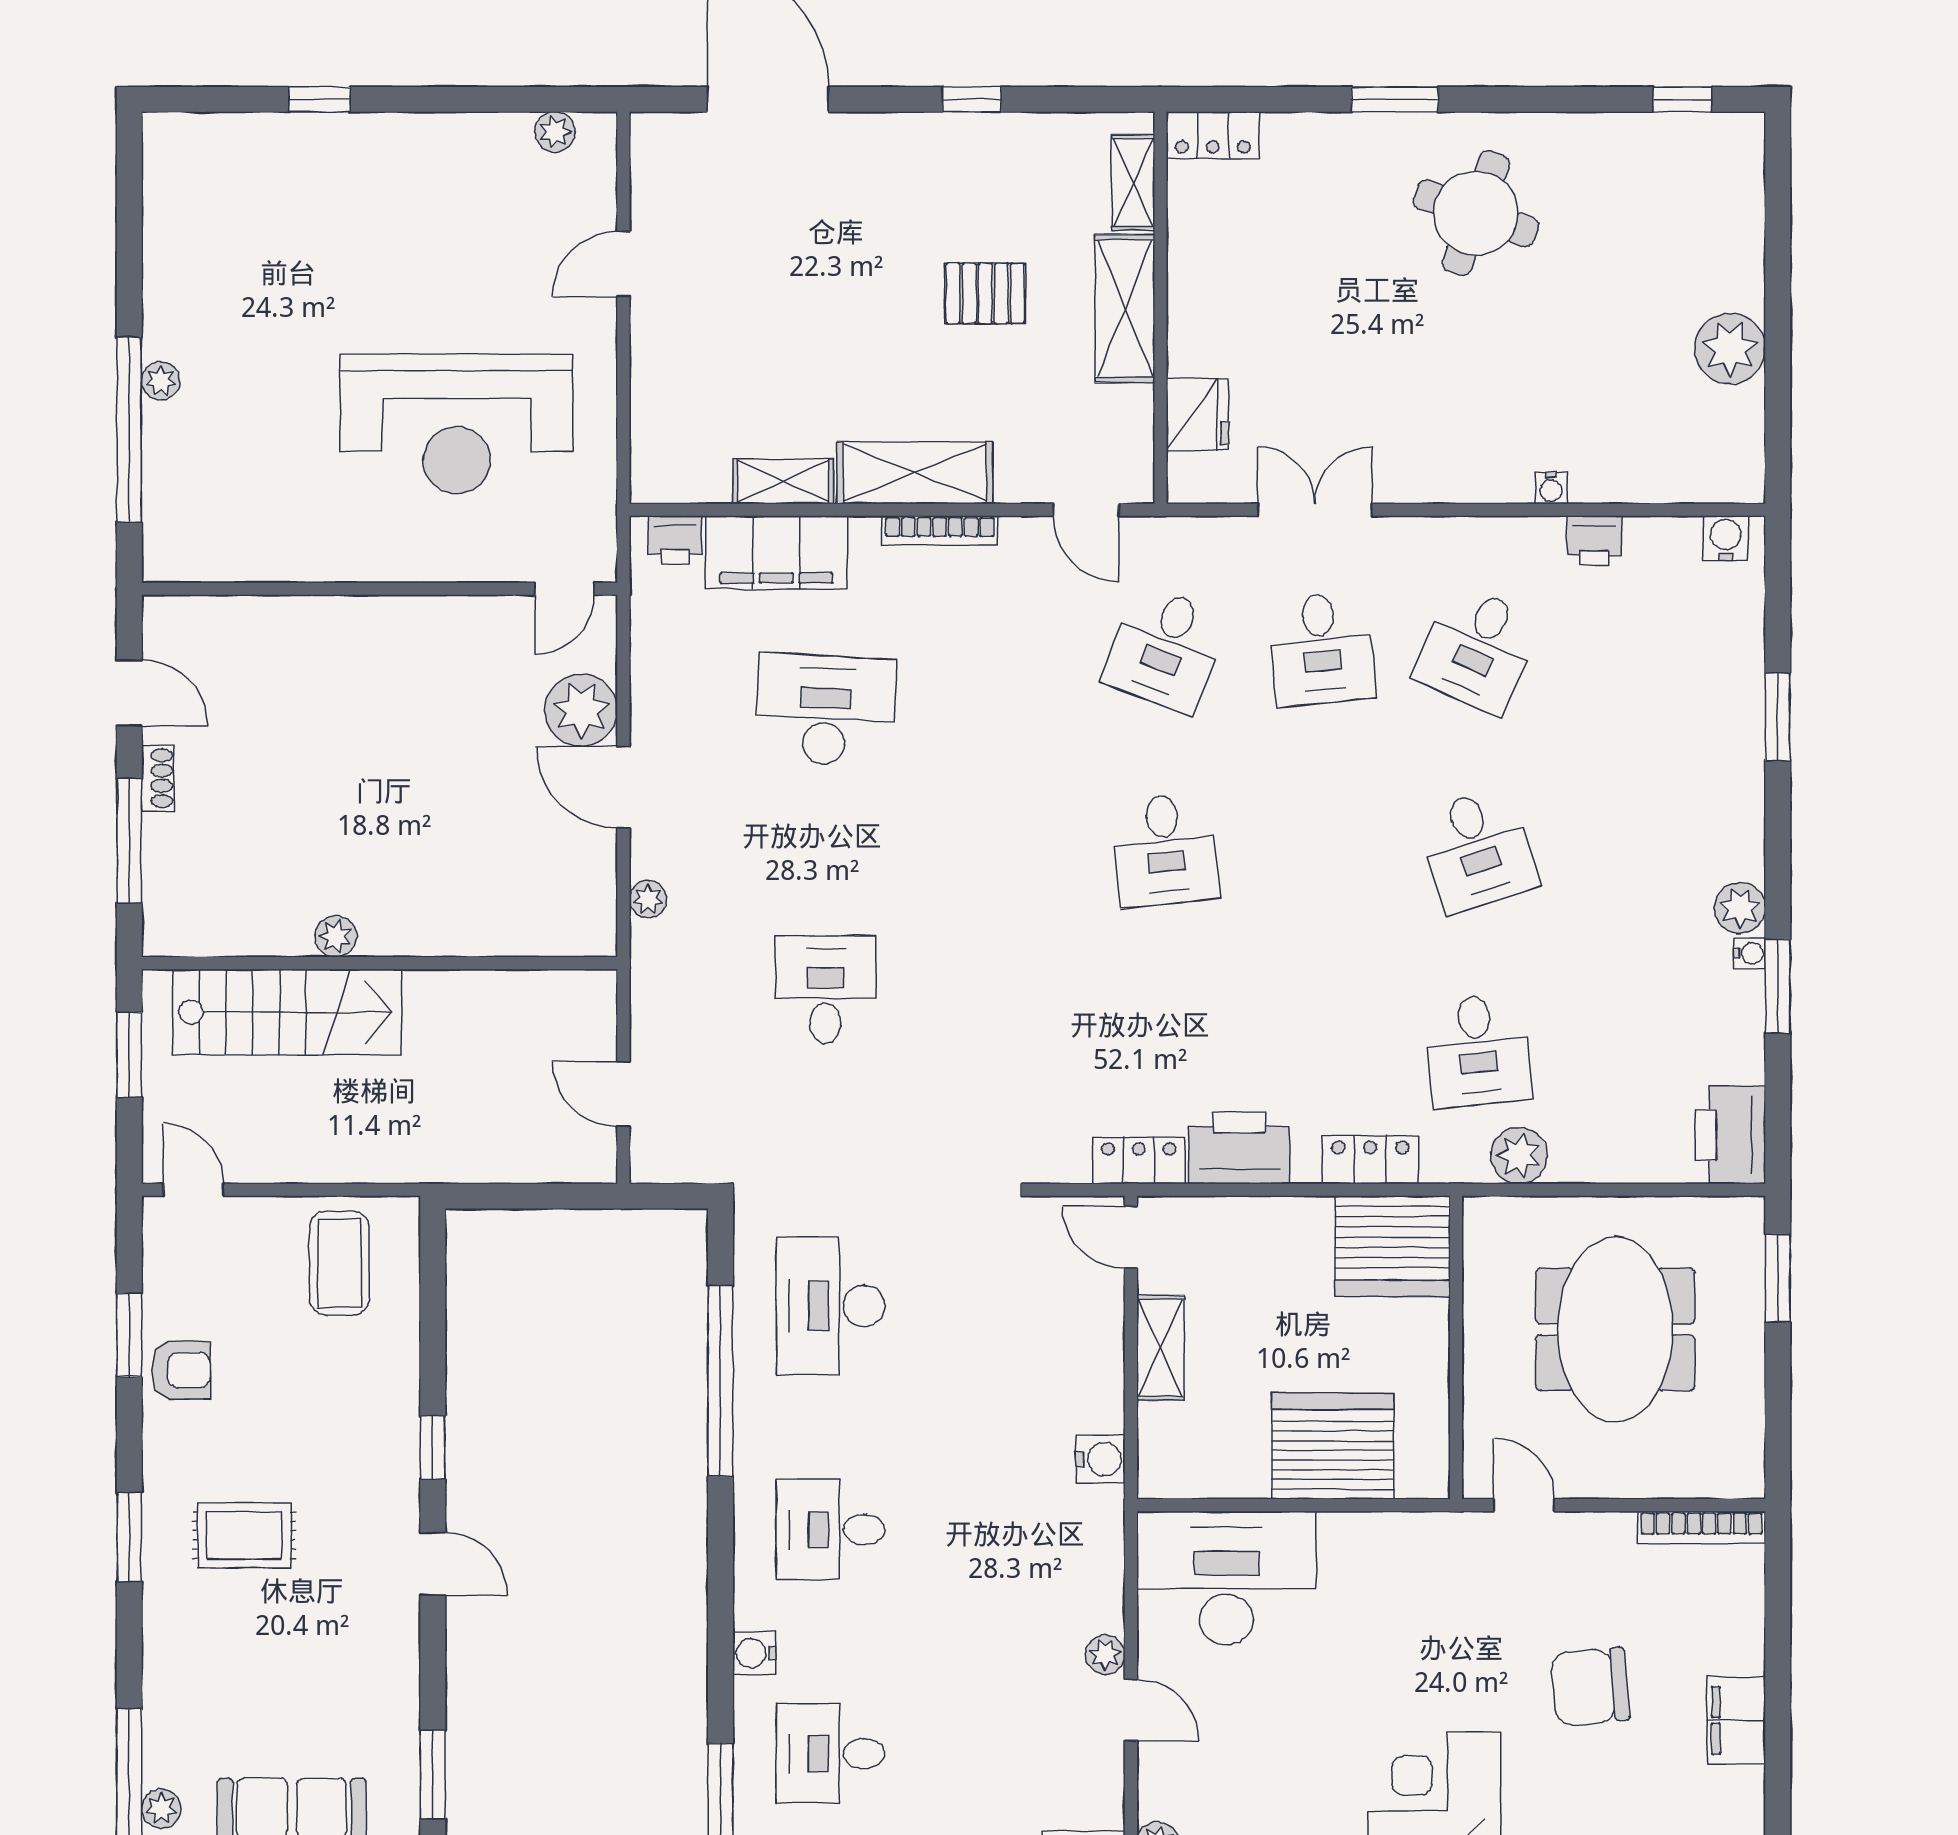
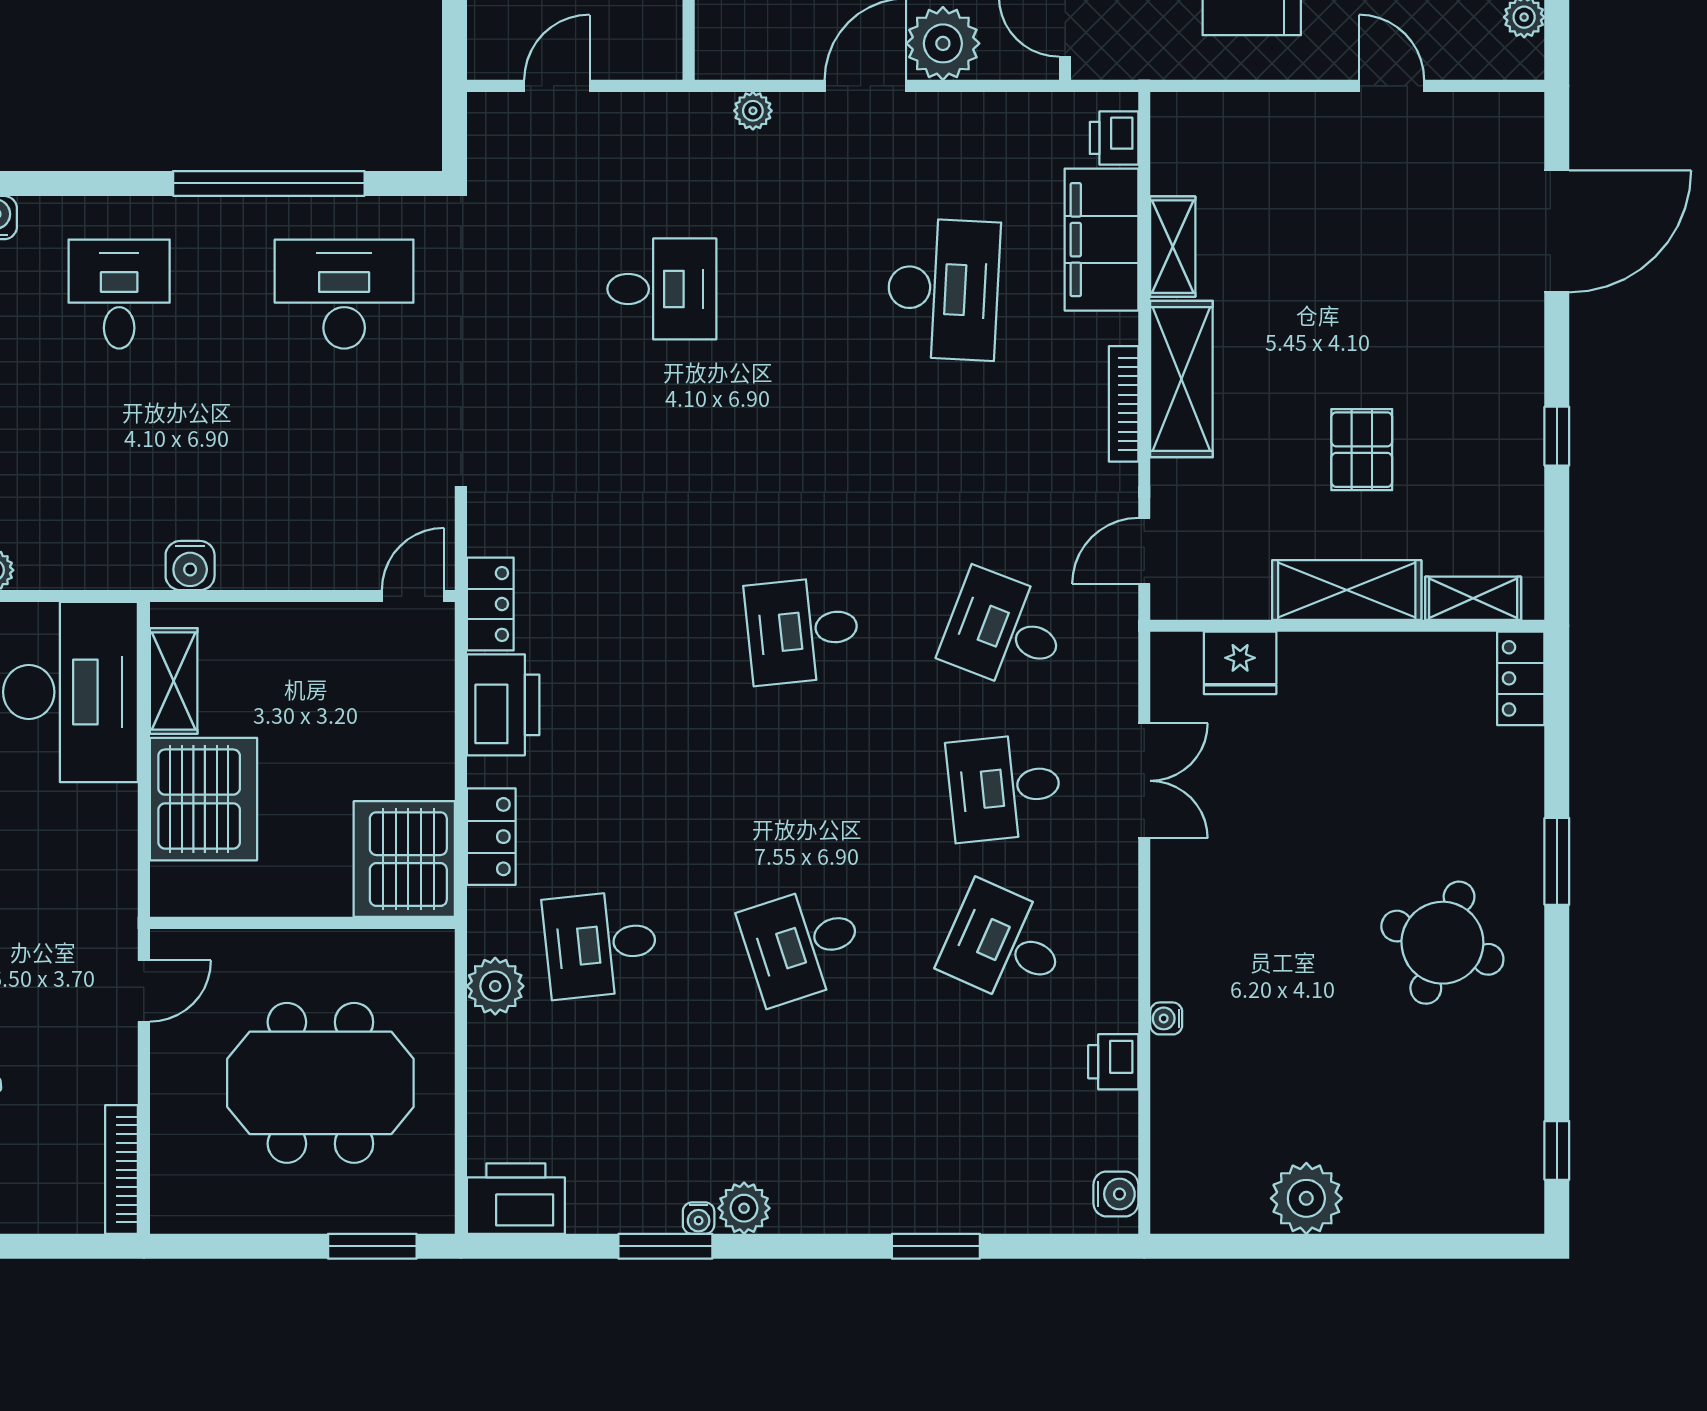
shelving: (1160, 1348) -> (174, 681), moved, turned 90

